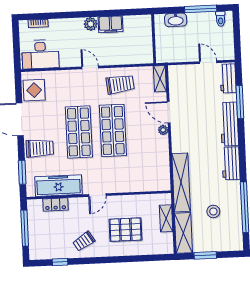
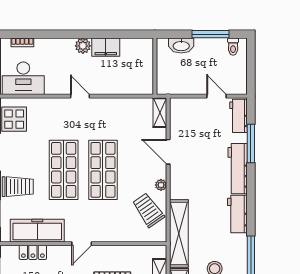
trolley: (120, 84) -> (148, 210), moved, turned -119
plant: (163, 130) -> (161, 185), moved

